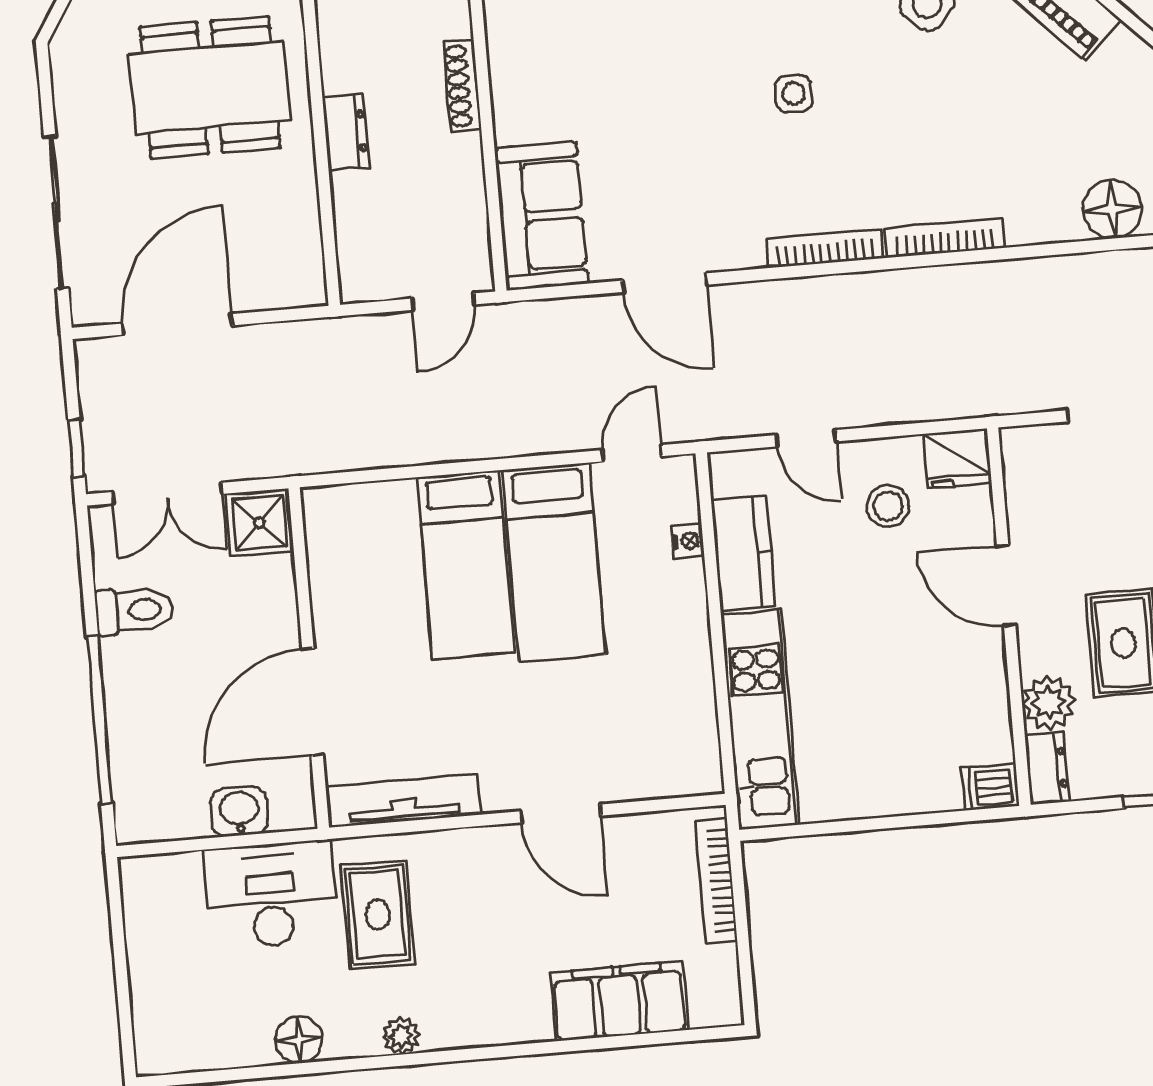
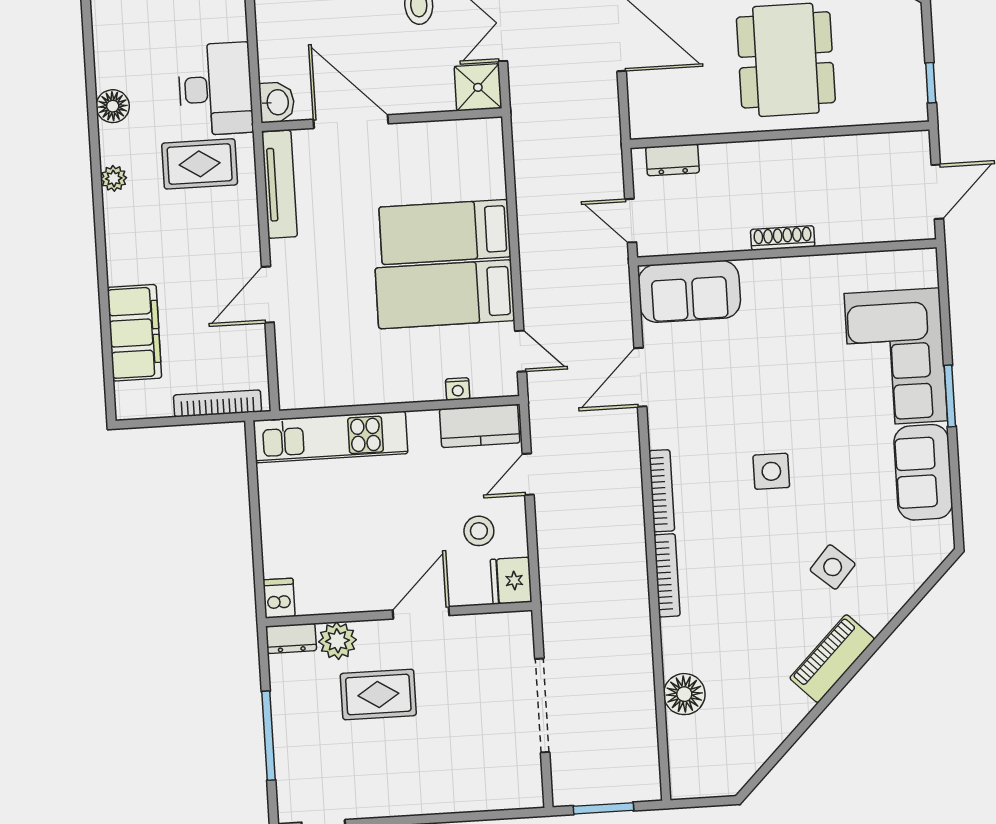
side table: (793, 94) -> (771, 471), width x1.37, depth x1.37
dresser: (346, 132) -> (673, 160), moved
kitchen counter: (743, 553) -> (480, 426), moved
washbasin: (239, 812) -> (277, 102), moved

